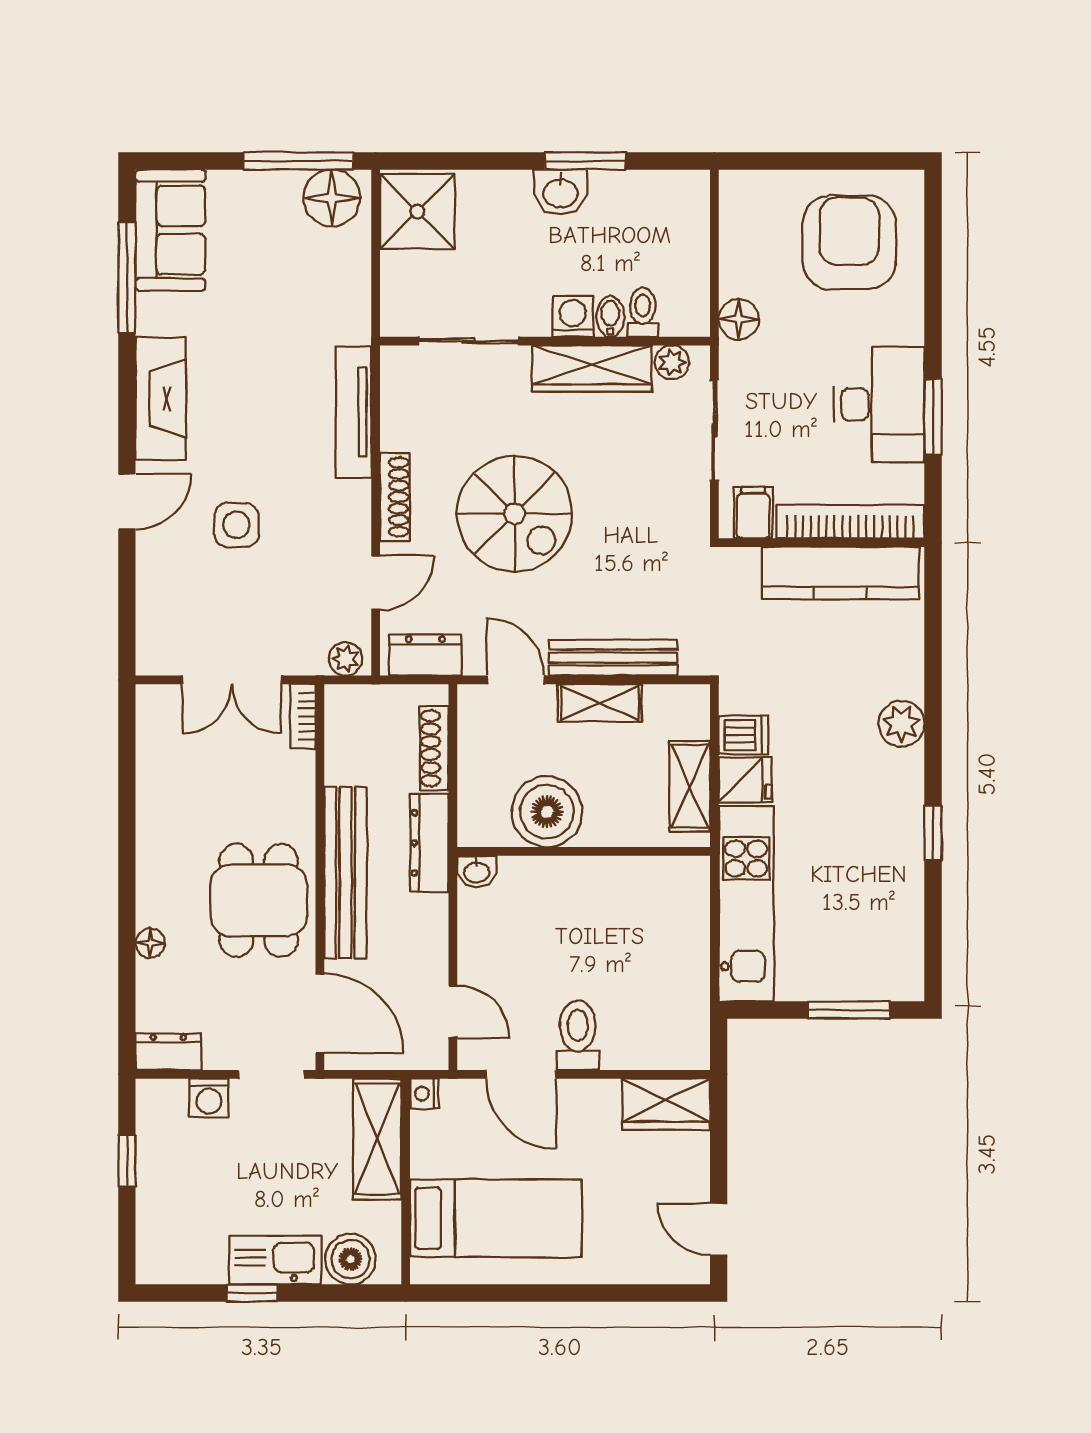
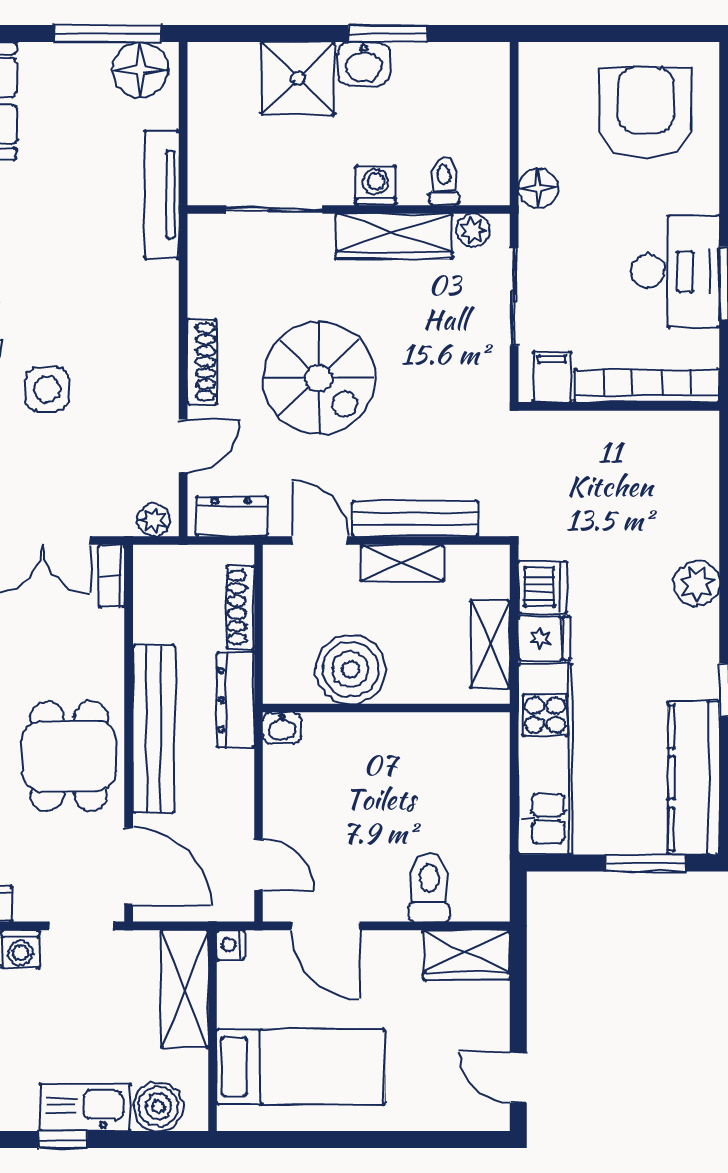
shower: (417, 211) -> (298, 78), moved
bidet: (610, 316) -> (412, 185), removed
tv unit: (354, 412) -> (162, 195), moved
kitchen counter: (840, 573) -> (694, 778), moved, turned 90
dishwasher: (744, 735) -> (543, 587), width x1.38
toilet: (578, 1035) -> (429, 888), moved

